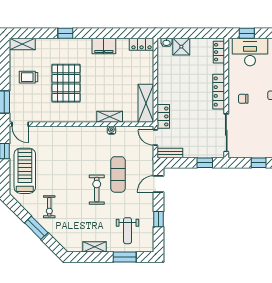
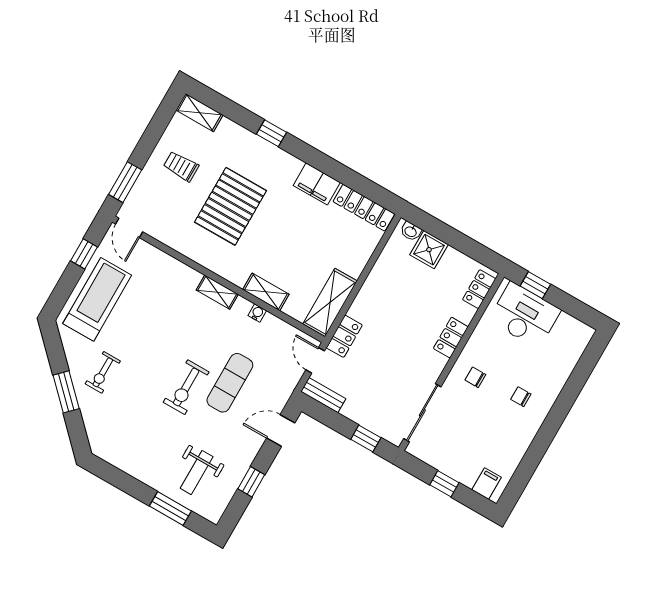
locker: (142, 44) -> (364, 208), width x1.53
locker: (219, 92) -> (451, 338), width x0.66
exercise bike: (97, 190) -> (186, 387), turned 180
shelving: (95, 247) -> (217, 292), moved

